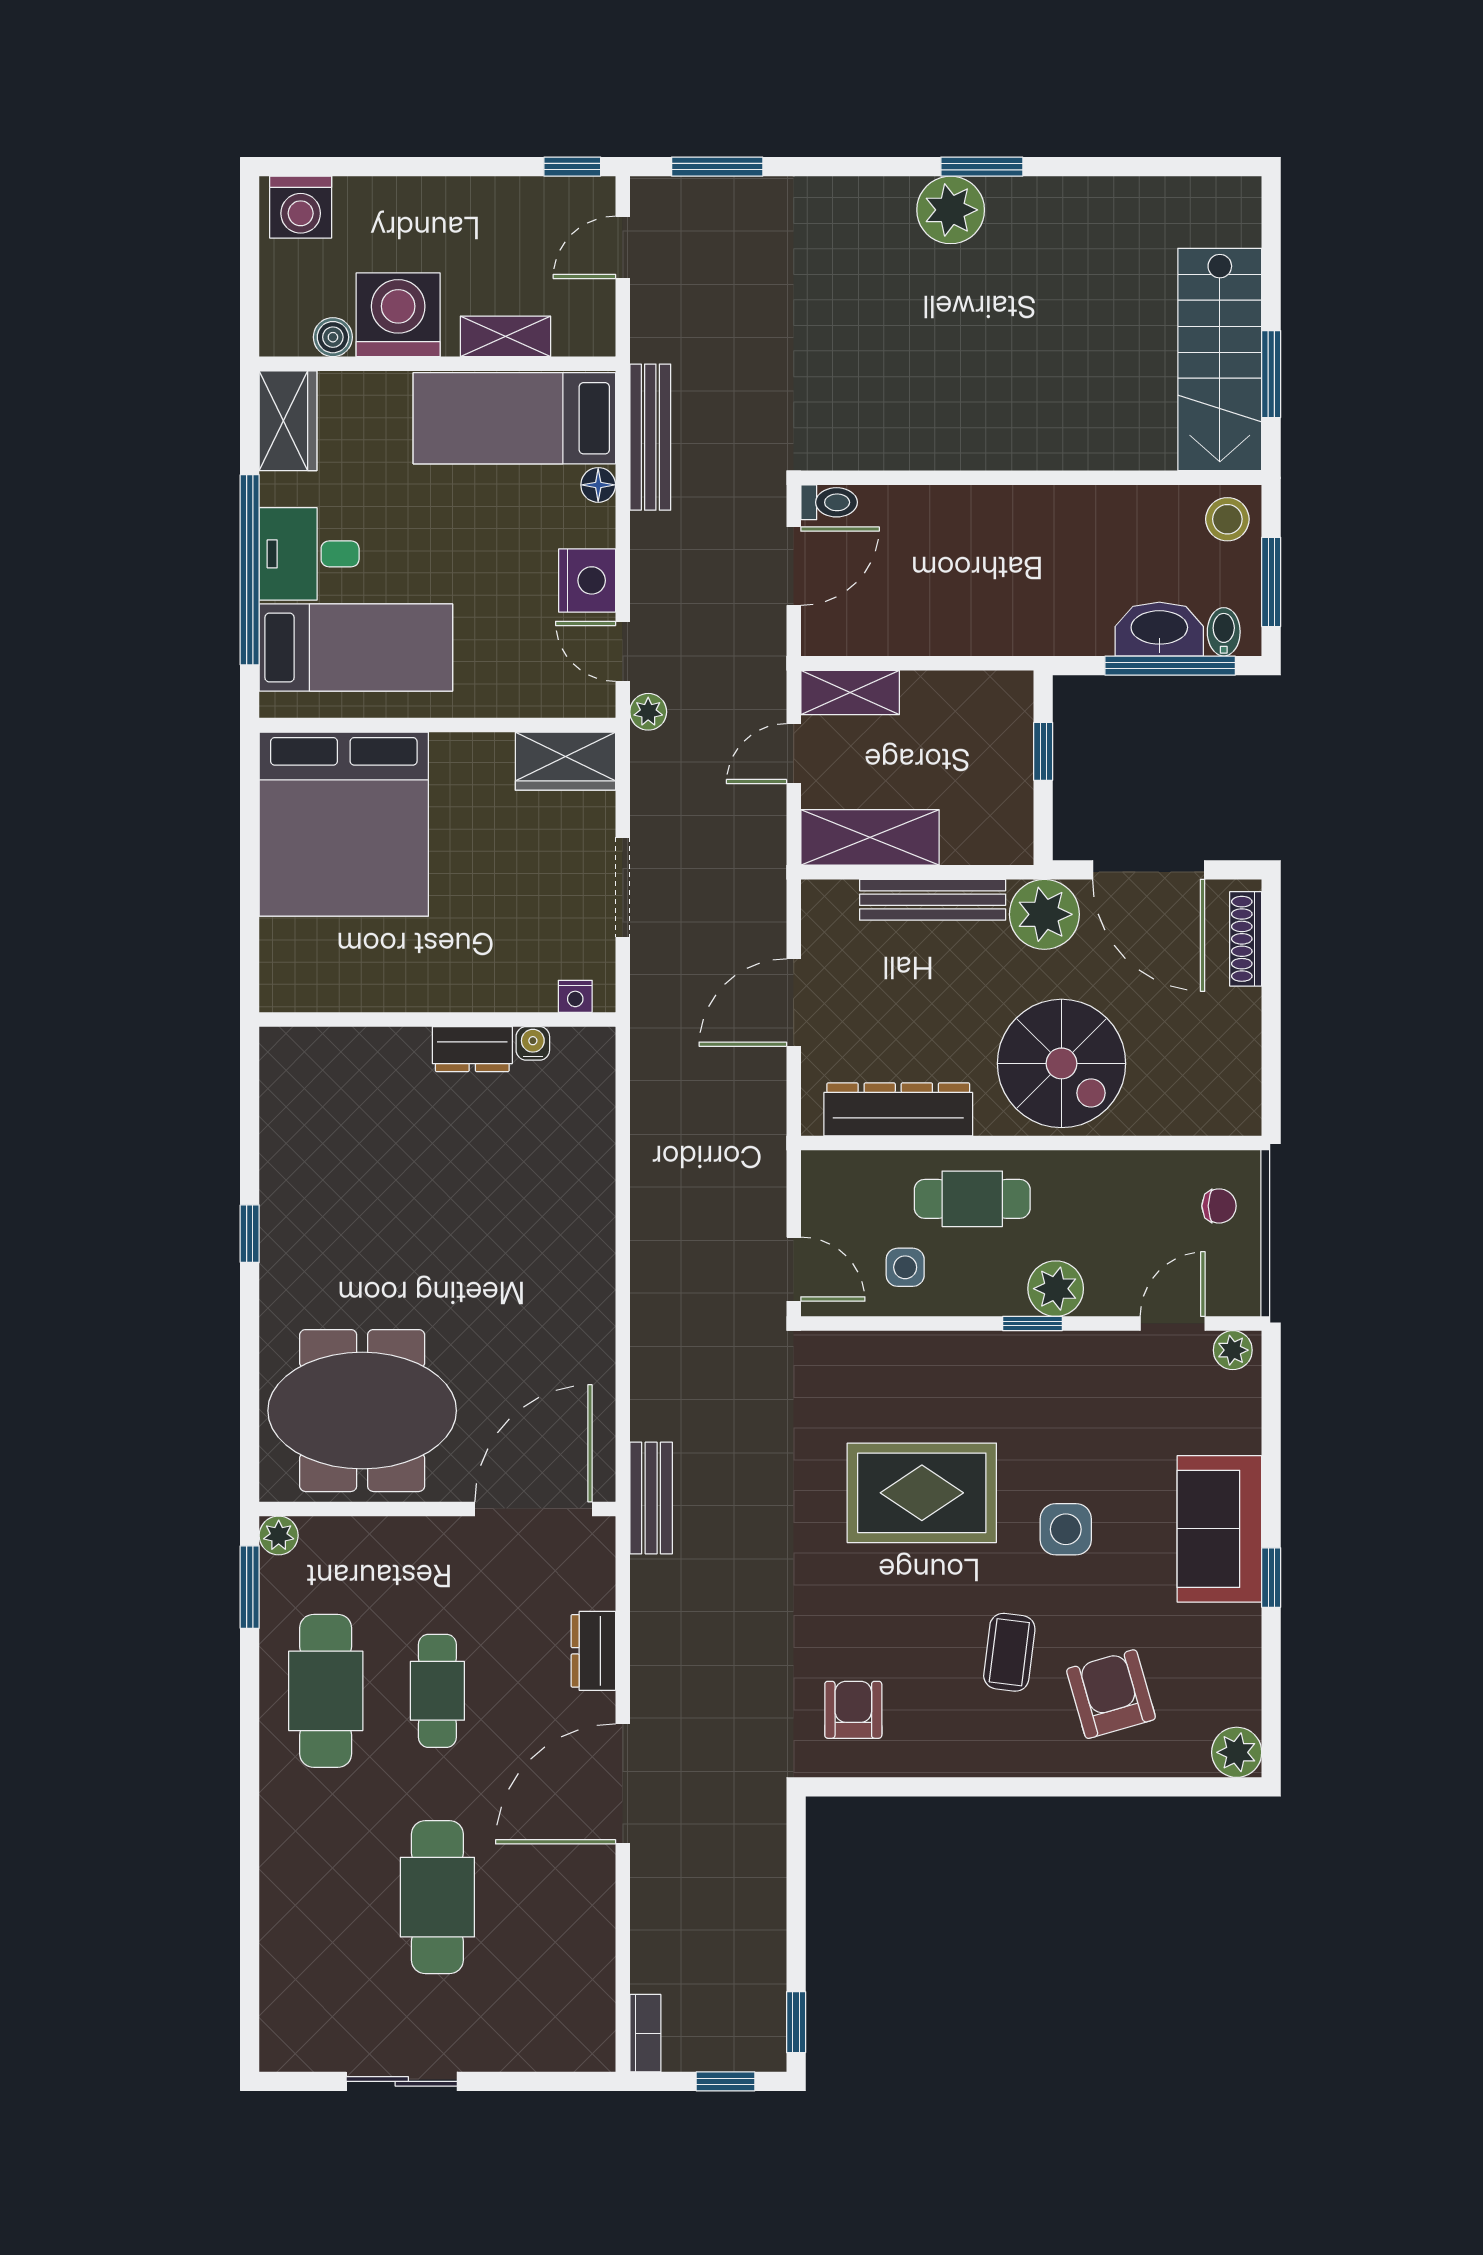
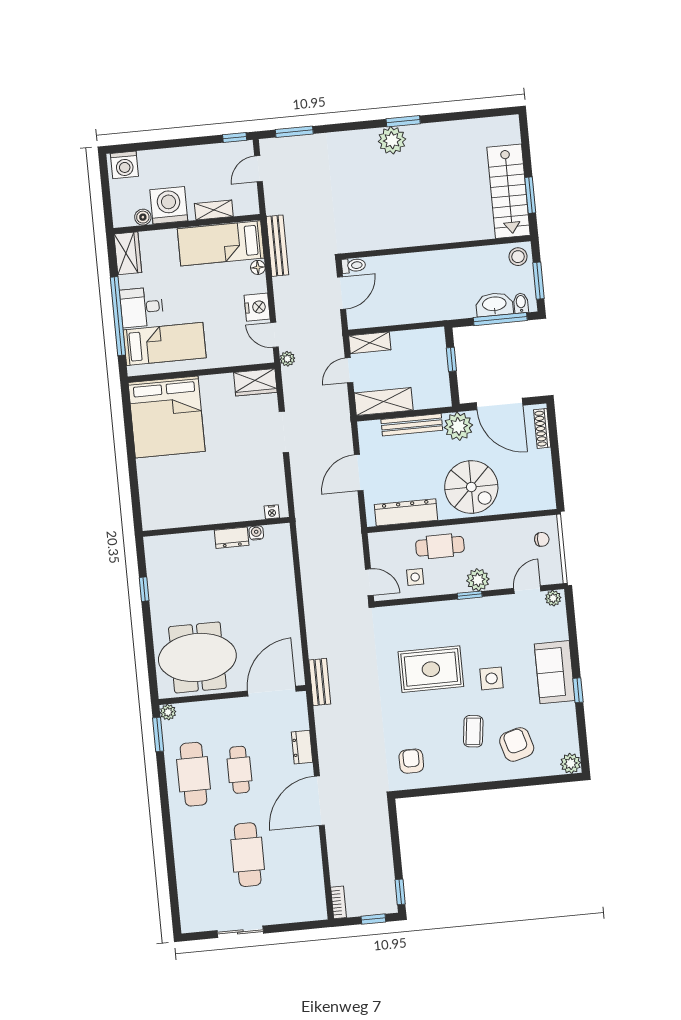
nightstand: (575, 996) -> (272, 512), moved
wall: (437, 1019) -> (216, 527), moved
water cooler: (533, 1043) -> (256, 533), moved
dresser: (472, 1049) -> (232, 538), moved

